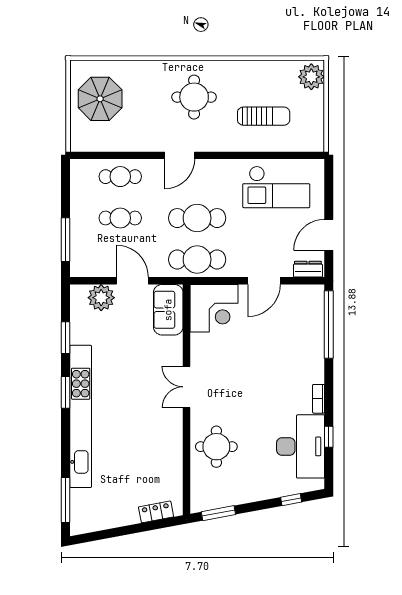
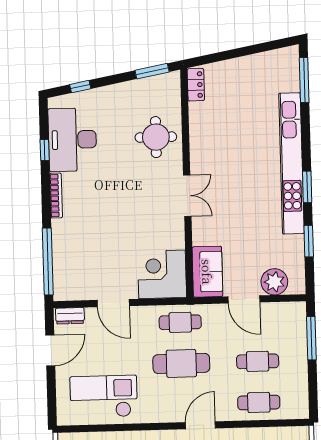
cafe table: (197, 260) -> (180, 322), width x0.73, depth x0.74
door: (264, 281) -> (113, 303), swing flipped
bookcase: (319, 399) -> (56, 196), width x1.56
locker: (156, 512) -> (196, 85), moved, turned -79

